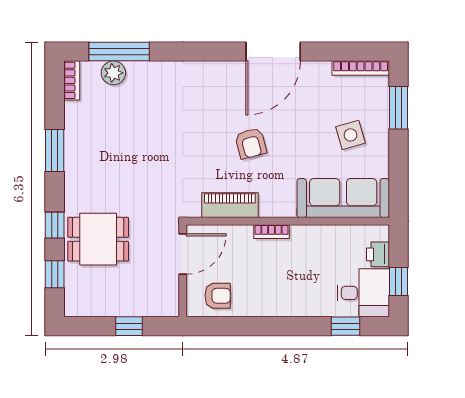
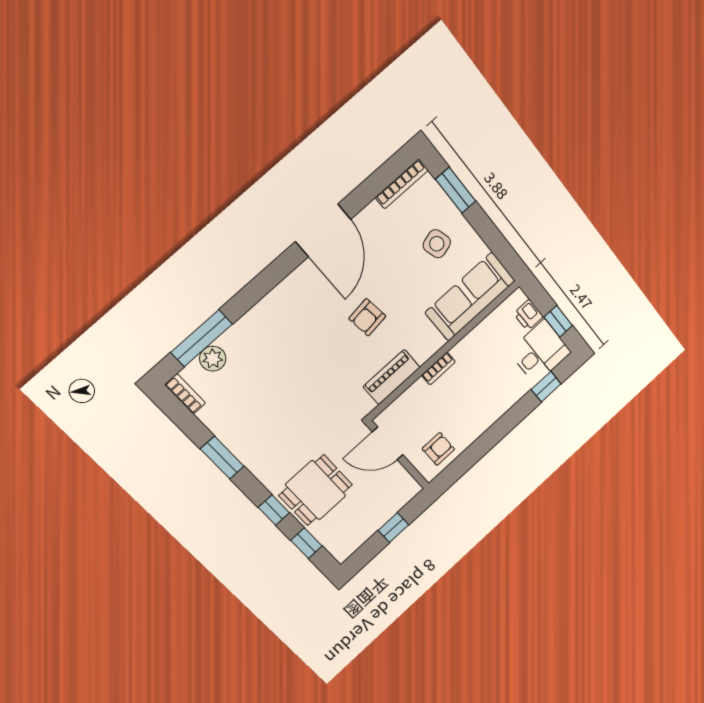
armchair: (251, 143) -> (367, 317), turned 98
door: (183, 254) -> (388, 443), swing flipped

